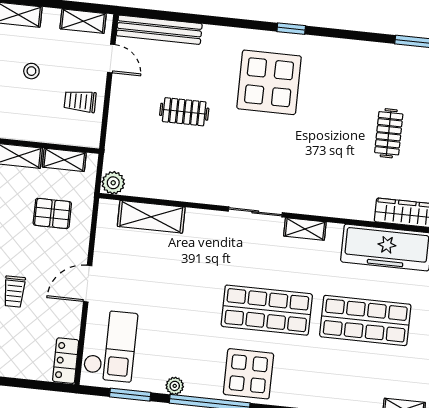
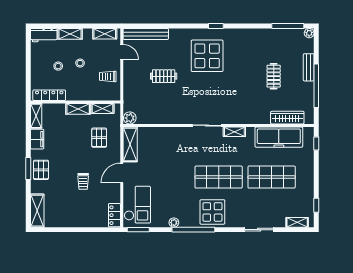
pallet: (52, 213) -> (99, 138), turned 90
shelving: (151, 217) -> (130, 144), moved, turned 90
window: (130, 395) -> (138, 230), moved

